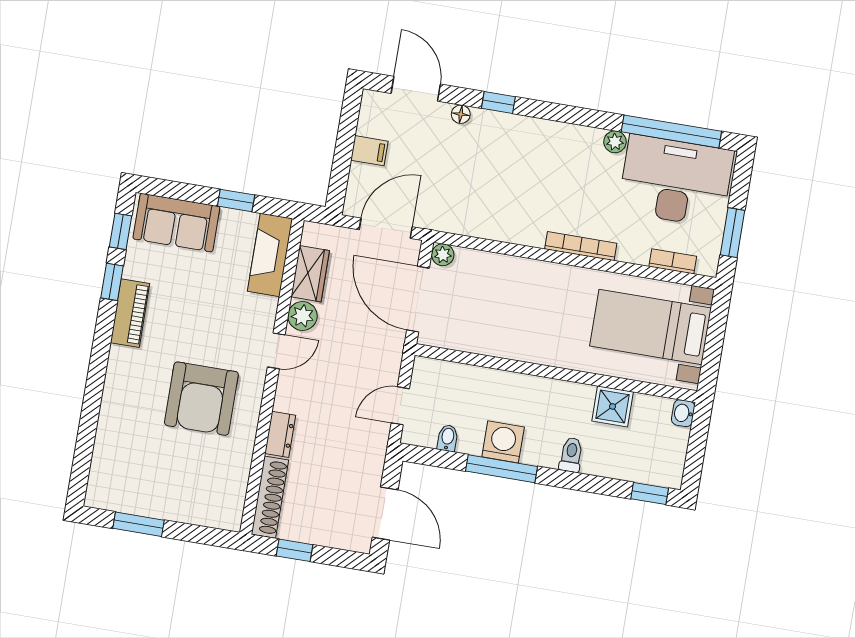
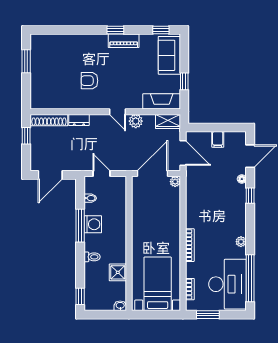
plant: (615, 142) -> (241, 242), moved
wardrobe: (310, 274) -> (168, 121), moved
window: (112, 282) -> (115, 30), moved
armchair: (201, 399) -> (89, 81), width x0.53, depth x0.53

